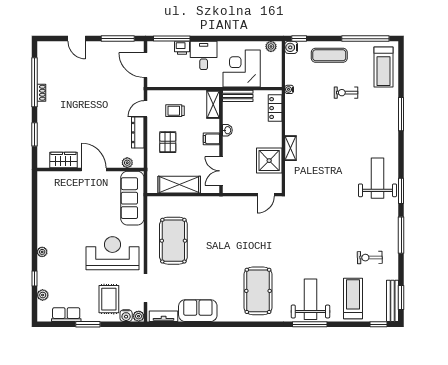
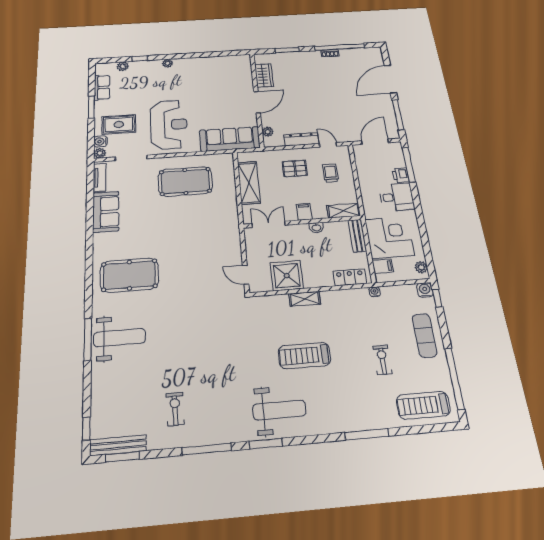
door: (77, 39) -> (390, 79), width x1.88
filing cabinet: (267, 79) -> (383, 266), added
treadmill: (353, 298) -> (304, 356), moved, turned 180

